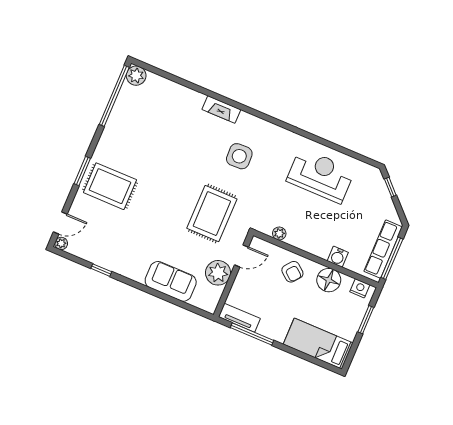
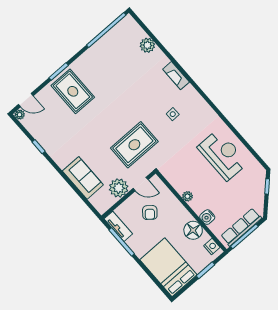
plant: (136, 76) -> (147, 45), moved
side table: (239, 156) -> (173, 114), width x0.54, depth x0.54
plant: (279, 234) -> (187, 196), moved
armchair: (292, 272) -> (150, 213), moved
bed: (318, 344) -> (168, 267), width x1.50

